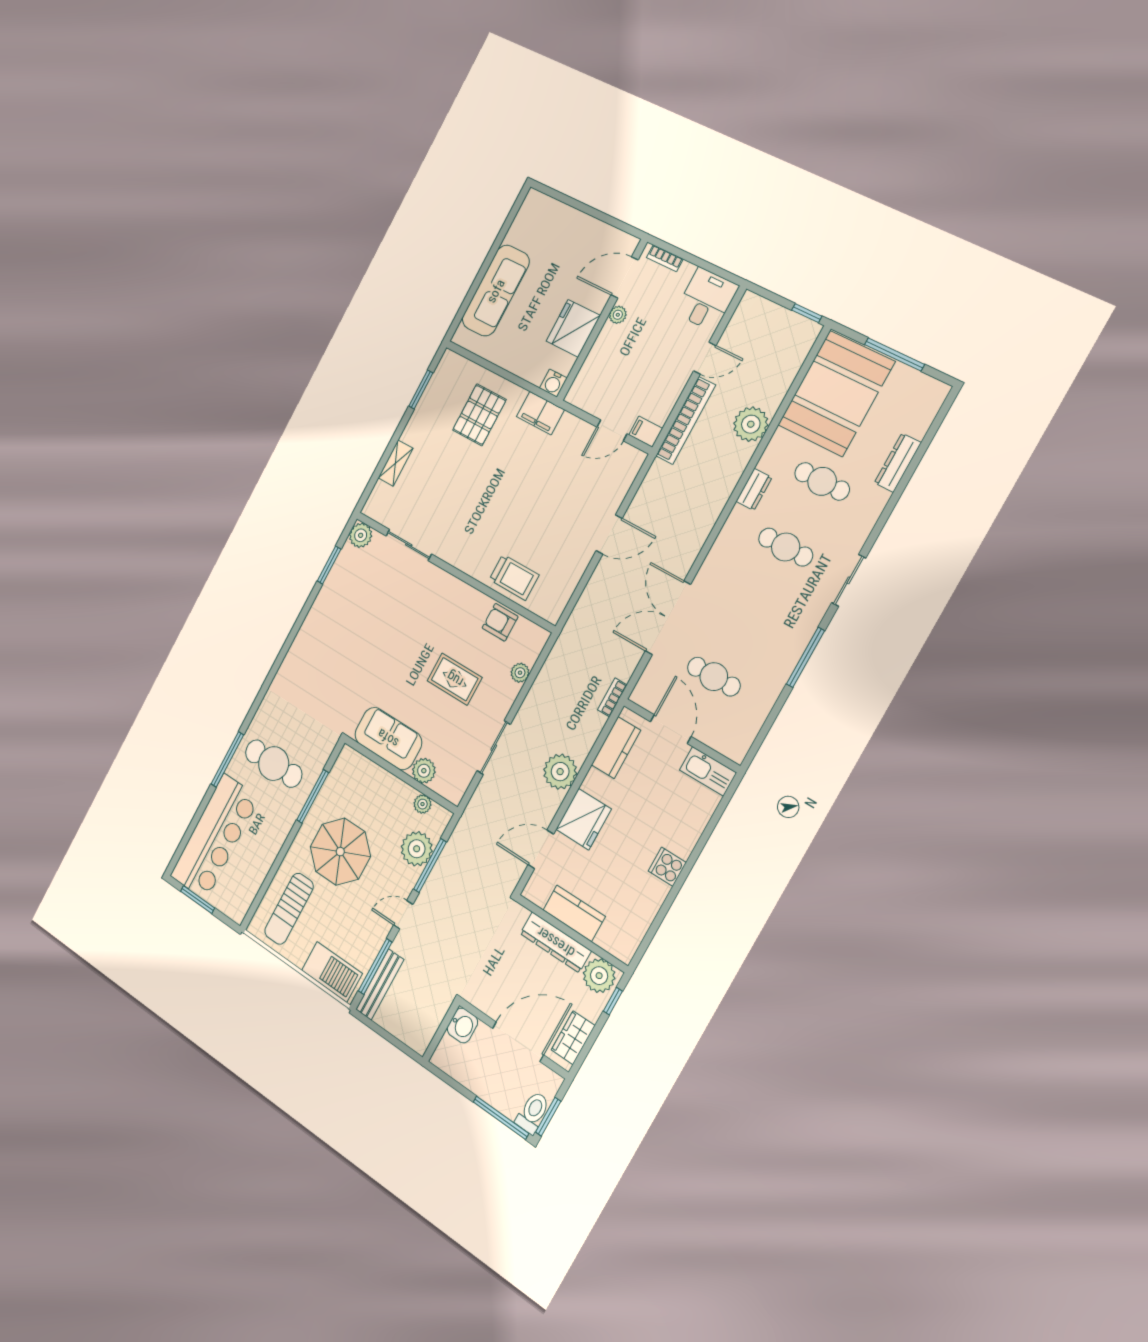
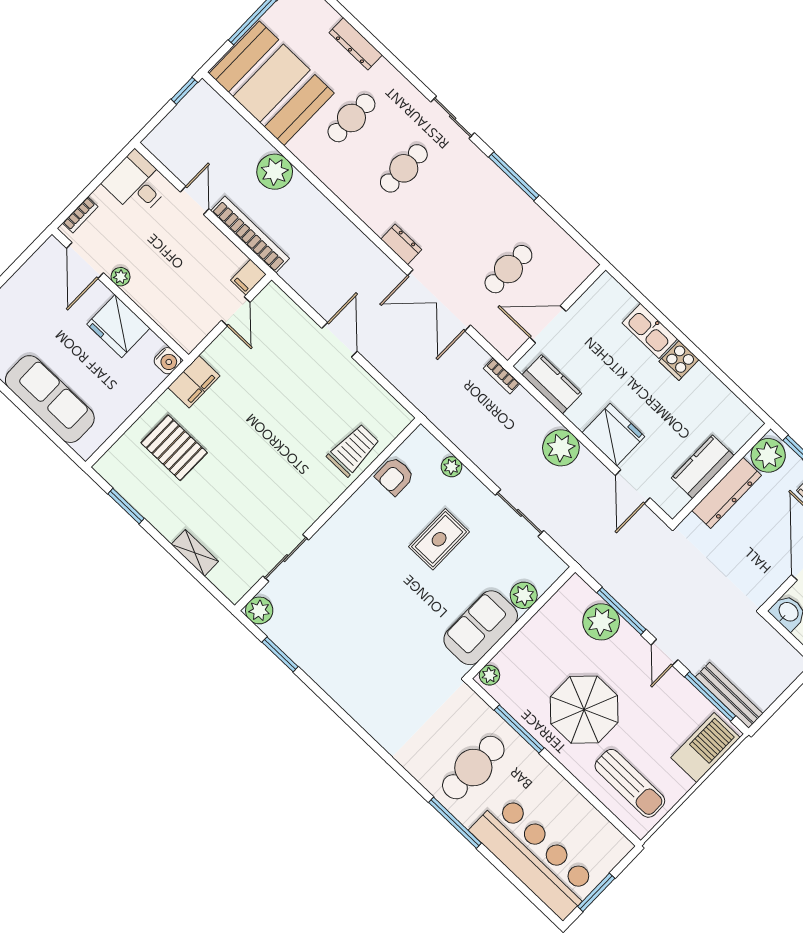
dresser: (754, 489) -> (401, 244), moved
kitchen sink: (708, 771) -> (650, 331), moved, turned 90
plant: (422, 804) -> (489, 675), moved

